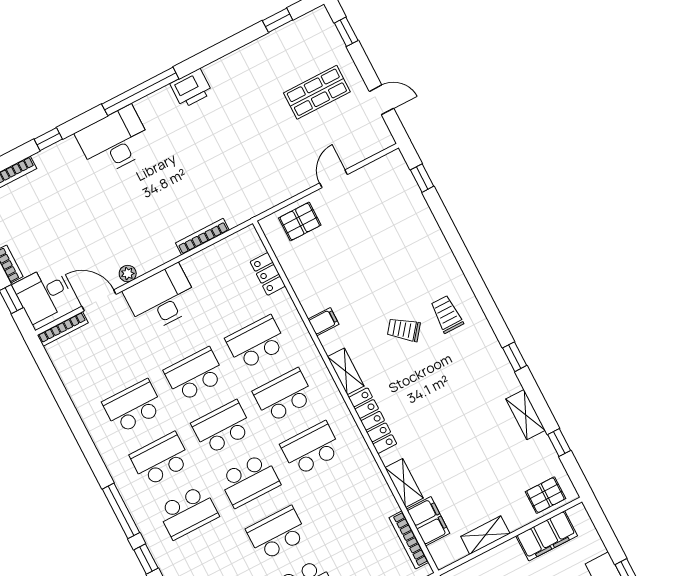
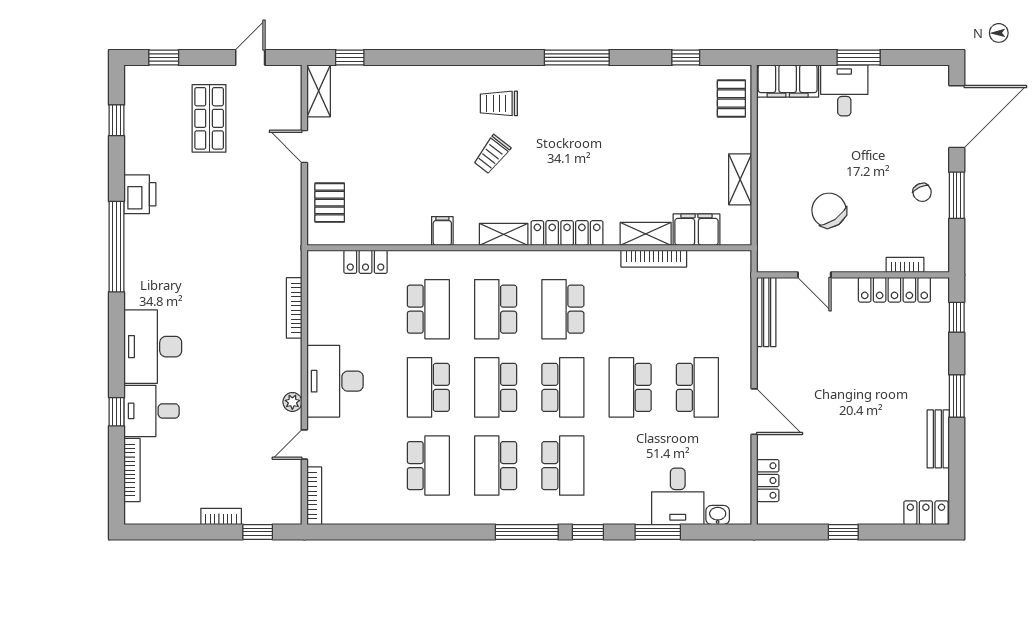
printer: (191, 88) -> (140, 194), moved
window: (140, 91) -> (117, 247), moved
desk: (43, 294) -> (152, 411), moved, turned 90
door: (99, 300) -> (304, 445), width x0.73
school desk: (256, 343) -> (428, 309), turned 180
window: (515, 357) -> (577, 57), width x2.17
school desk: (133, 406) -> (428, 466), turned 180
shelving: (526, 415) -> (319, 91), moved, turned 90
filing cabinet: (547, 536) -> (788, 81), moved, turned 90
bookcase: (409, 540) -> (654, 259), moved

